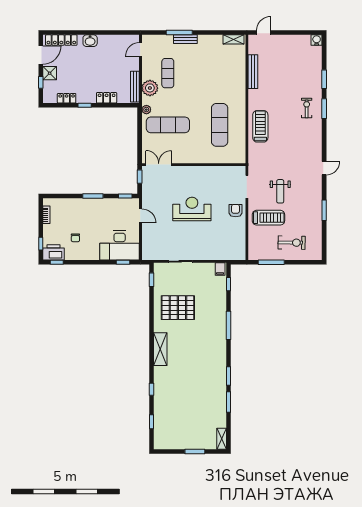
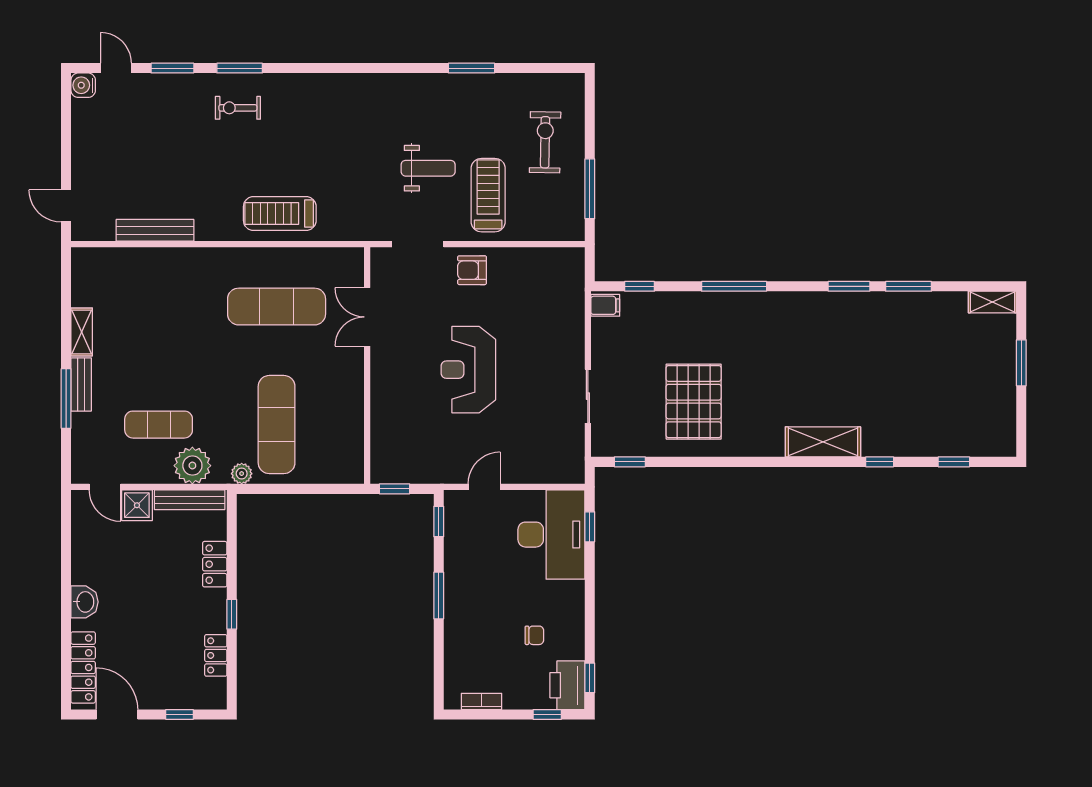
shelving: (234, 39) -> (82, 332), moved
shower: (50, 73) -> (137, 505), moved
double door: (159, 165) -> (367, 317), moved
door: (324, 168) -> (116, 68), moved
shelving: (160, 349) -> (823, 442), moved

